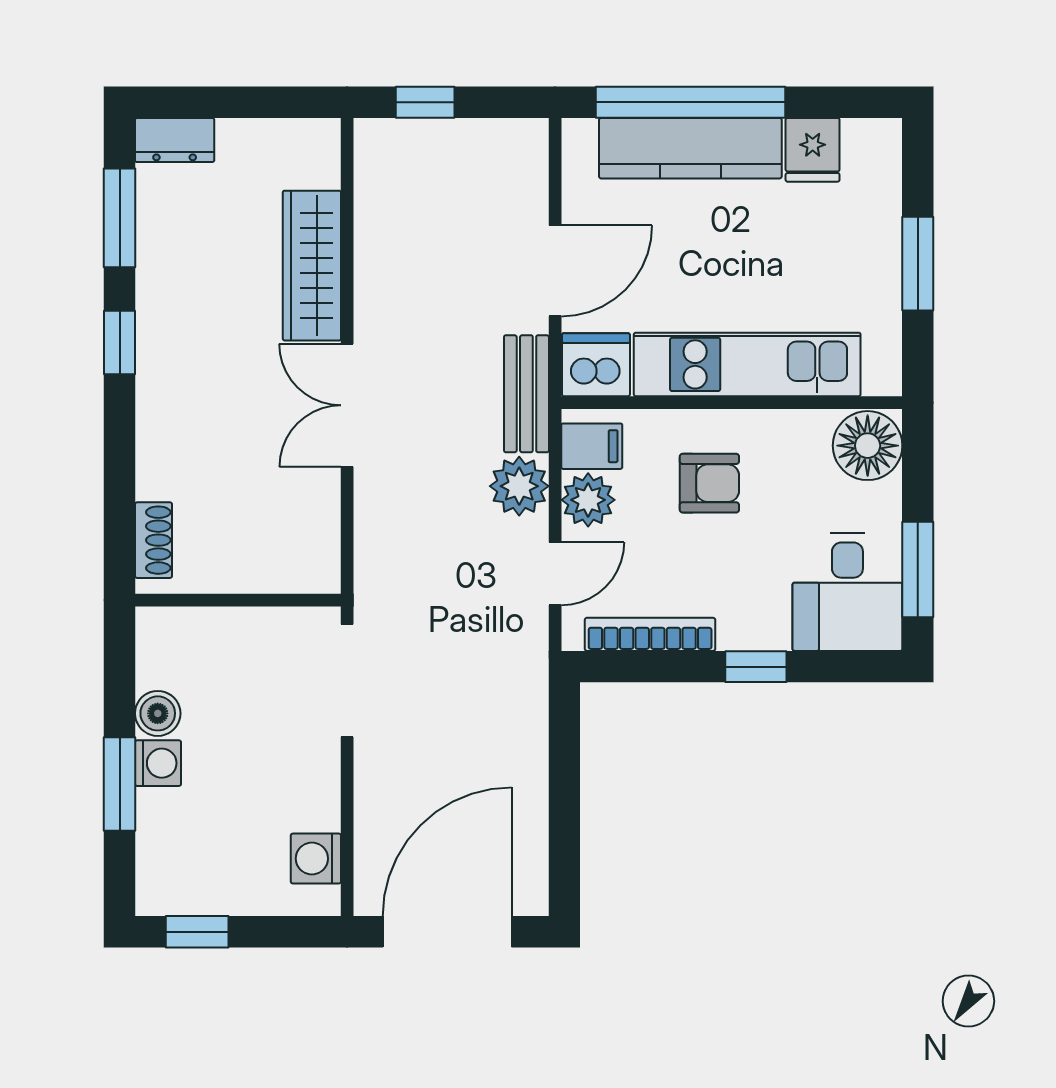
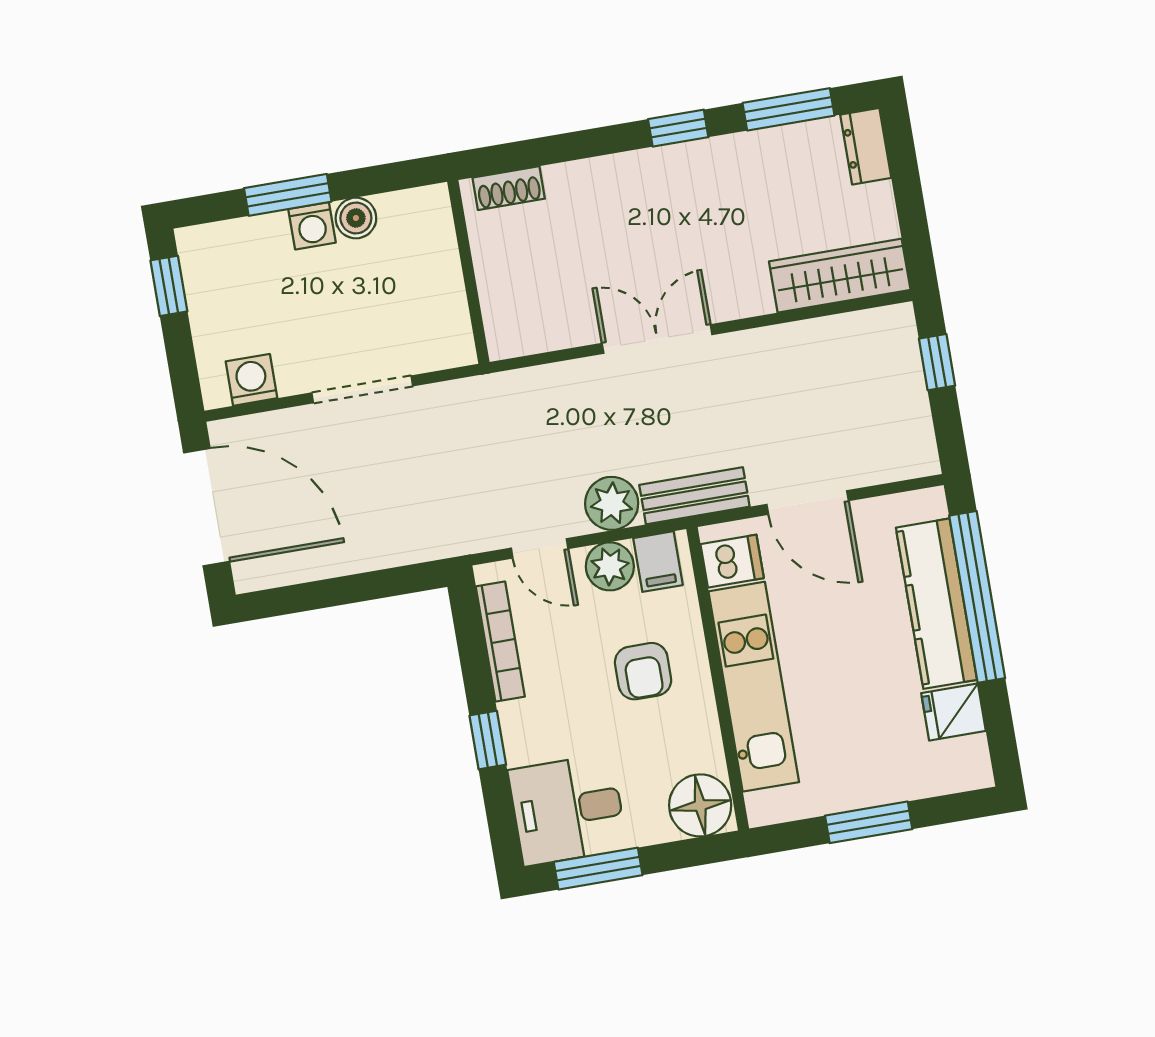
wardrobe: (312, 266) -> (840, 276), moved
dishwasher: (596, 365) -> (732, 561), width x0.73
doorway: (347, 681) -> (362, 389), moved

